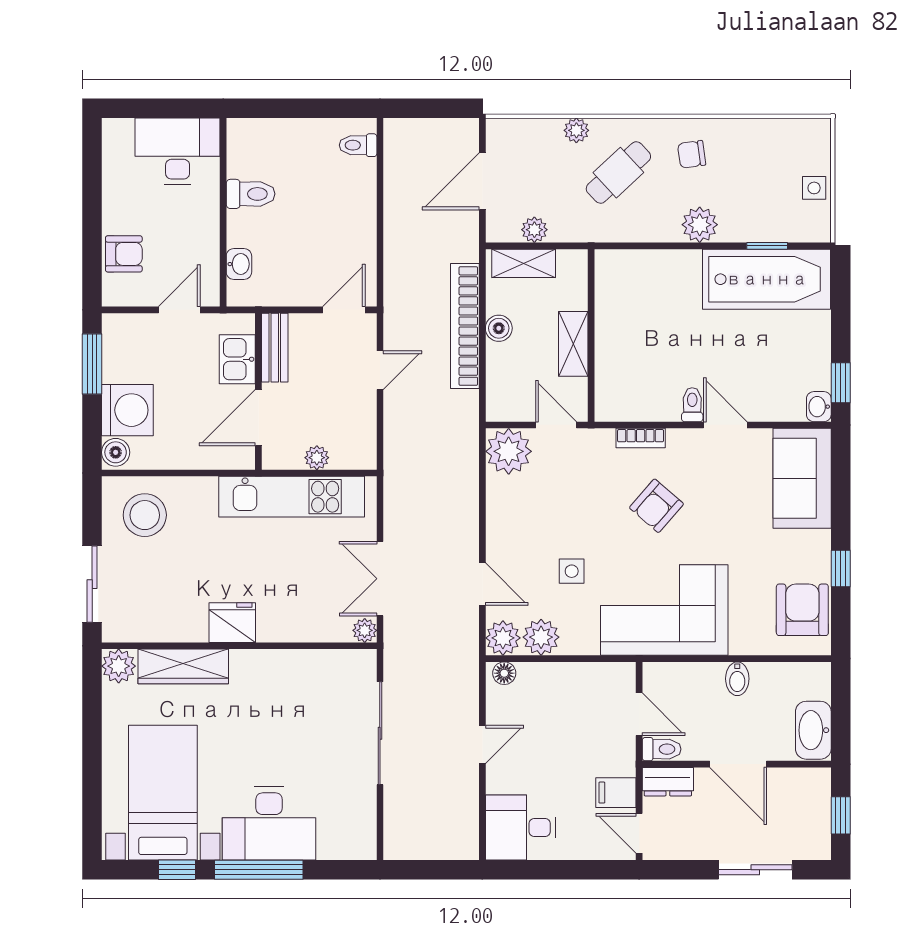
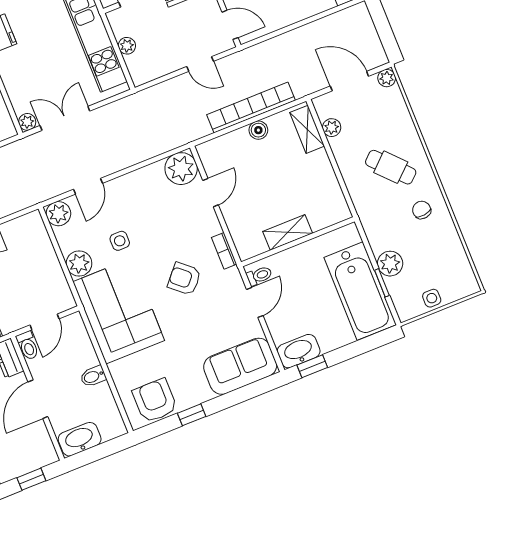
plant: (576, 130) -> (387, 78), moved
plant: (700, 225) -> (390, 264), moved
wall: (591, 335) -> (298, 242), moved
shelving: (573, 344) -> (288, 232), moved
washbasin: (819, 407) -> (299, 351), width x1.91, depth x1.45
armchair: (802, 610) -> (155, 401), turned -90
plant: (541, 637) -> (79, 263), moved
floor lamp: (504, 673) -> (36, 224), removed

